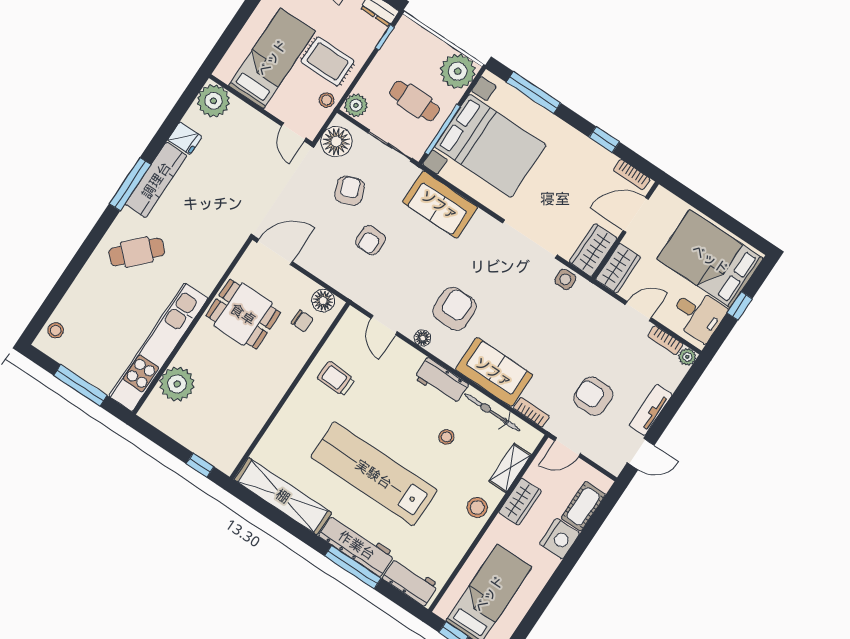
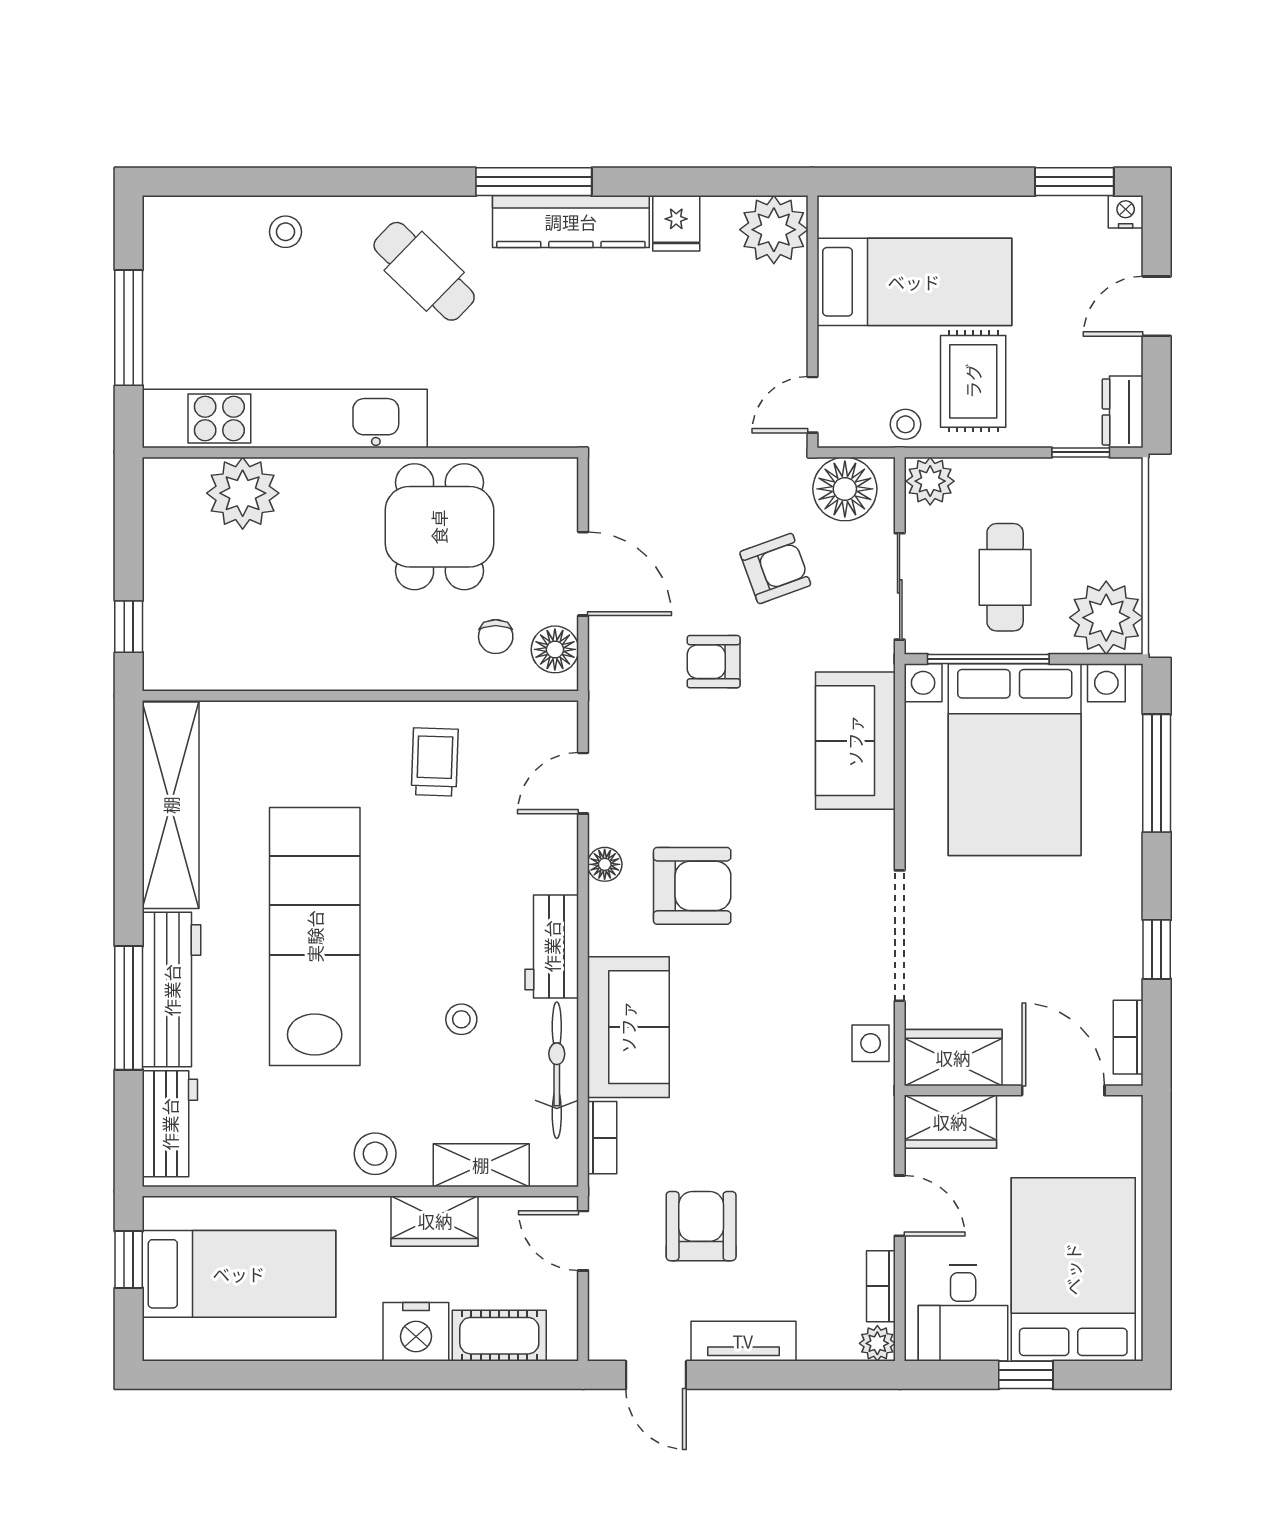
door: (275, 252) -> (583, 574), moved
stool: (56, 330) -> (286, 232), moved

